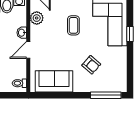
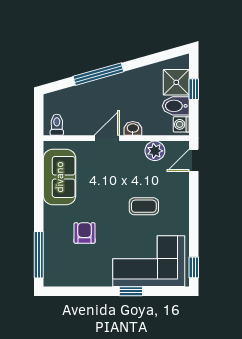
door: (28, 50) -> (107, 138), hinge flipped
armchair: (91, 65) -> (85, 233), turned 139

